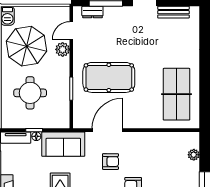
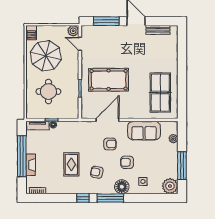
dresser: (92, 12) -> (96, 30), removed
door: (71, 30) -> (80, 44), hinge flipped
plant: (63, 49) -> (73, 31), moved
sofa: (63, 144) -> (144, 131), moved

